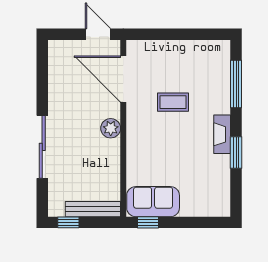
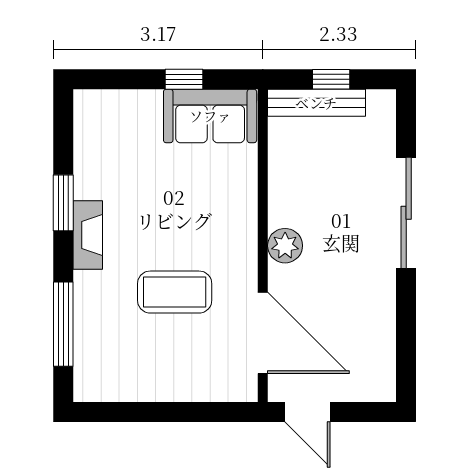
coffee table: (173, 102) -> (175, 292), width x1.36, depth x1.30
window: (68, 222) -> (331, 79), moved
window: (148, 222) -> (184, 79), moved

